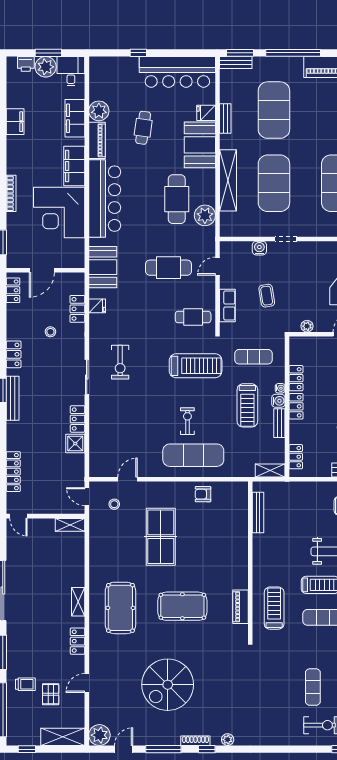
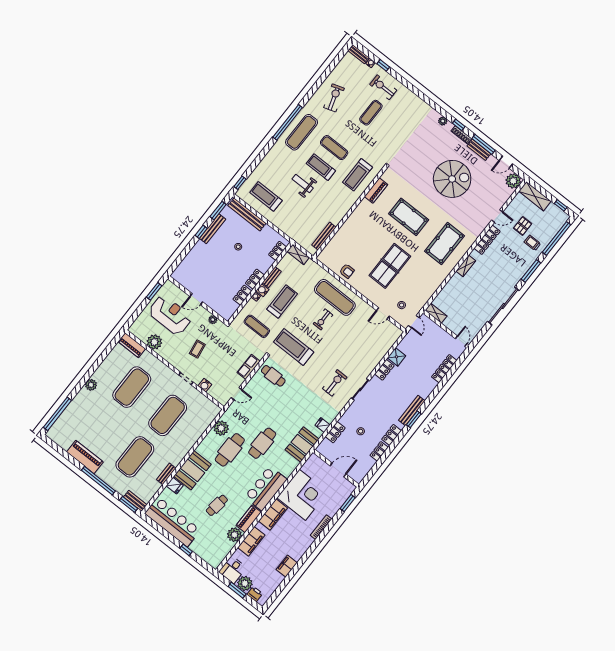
shelving: (228, 180) -> (192, 438), removed
bar counter: (105, 199) -> (266, 488), width x0.73
cafe table: (169, 268) -> (262, 443), moved, turned 90
locker: (13, 290) -> (379, 451), moved
coffee table: (267, 296) -> (197, 349), moved
locker: (77, 641) -> (487, 240), width x1.53
bench: (163, 739) -> (479, 150), added

